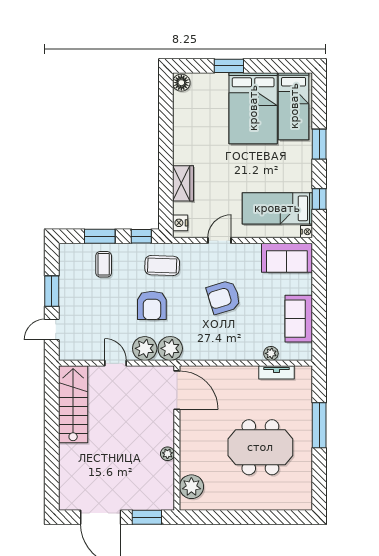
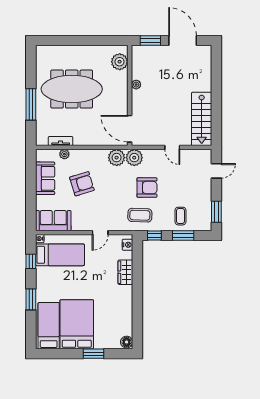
window: (52, 291) -> (216, 212), moved
armchair: (224, 297) -> (82, 184), moved
armchair: (152, 305) -> (147, 188), turned 90
plant: (145, 348) -> (117, 158), moved
meeting table: (260, 447) -> (72, 89), width x1.36

